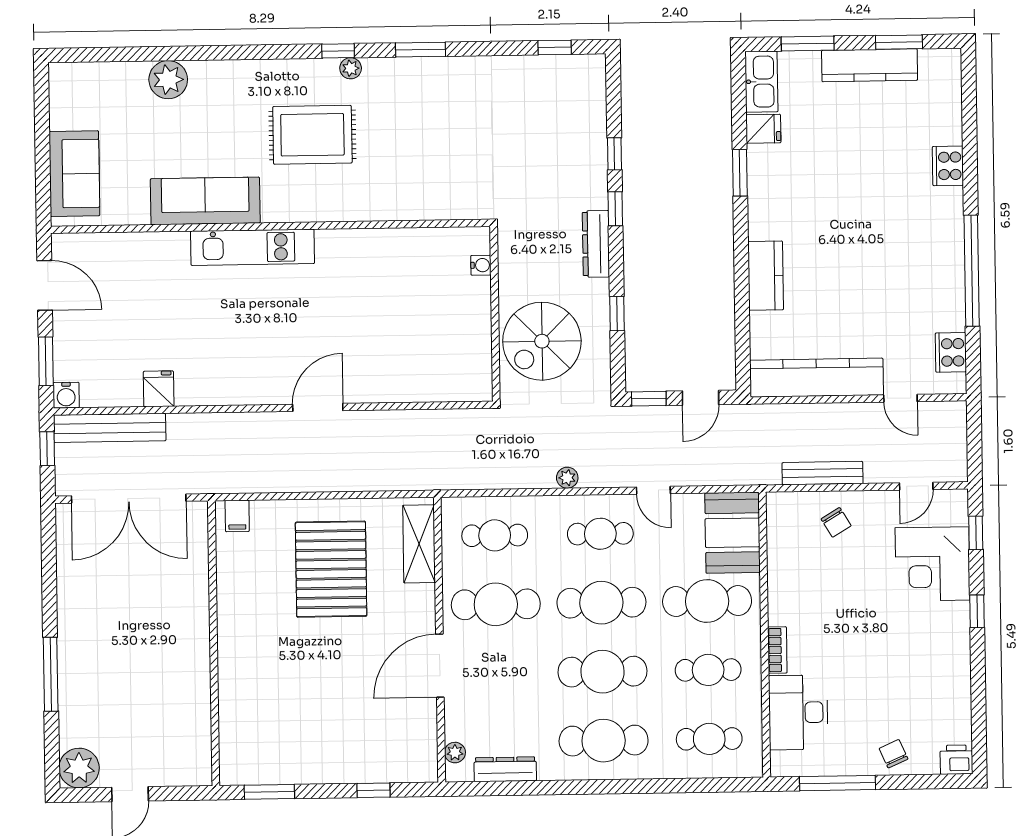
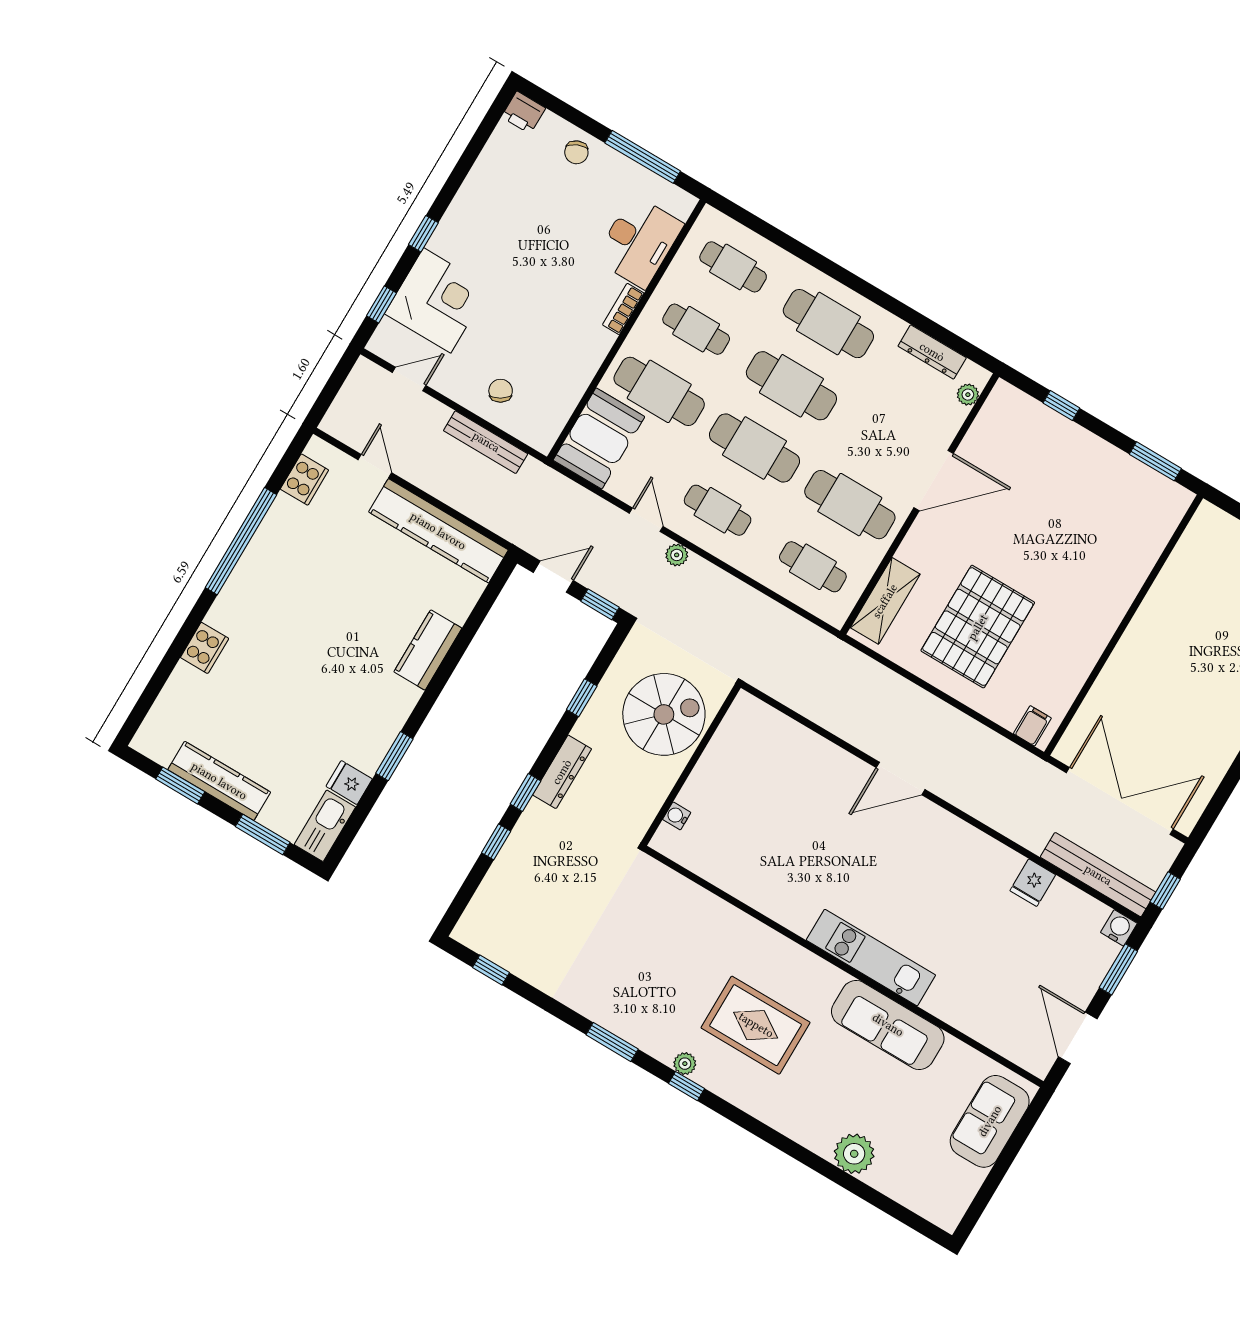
plant: (567, 478) -> (677, 555), moved

